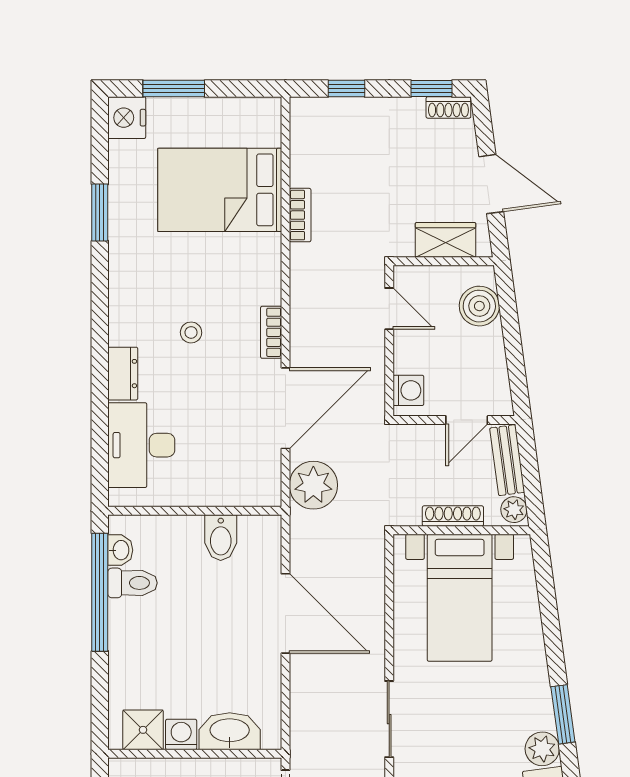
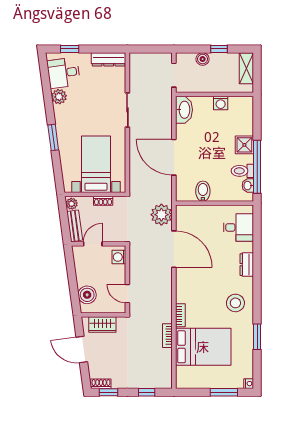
nightstand: (127, 118) -> (249, 384), width x0.53, depth x0.56
stool: (191, 332) -> (235, 303), moved, width x1.89, depth x1.89
bookcase: (271, 332) -> (180, 315), moved
door: (285, 408) -> (174, 249), swing flipped
desk: (141, 445) -> (238, 227), width x0.73
shoe rack: (453, 516) -> (103, 201), width x0.70
window: (563, 714) -> (53, 137), moved
shower: (143, 730) -> (244, 145), moved
washbasin: (230, 731) -> (184, 110), moved, turned -90

